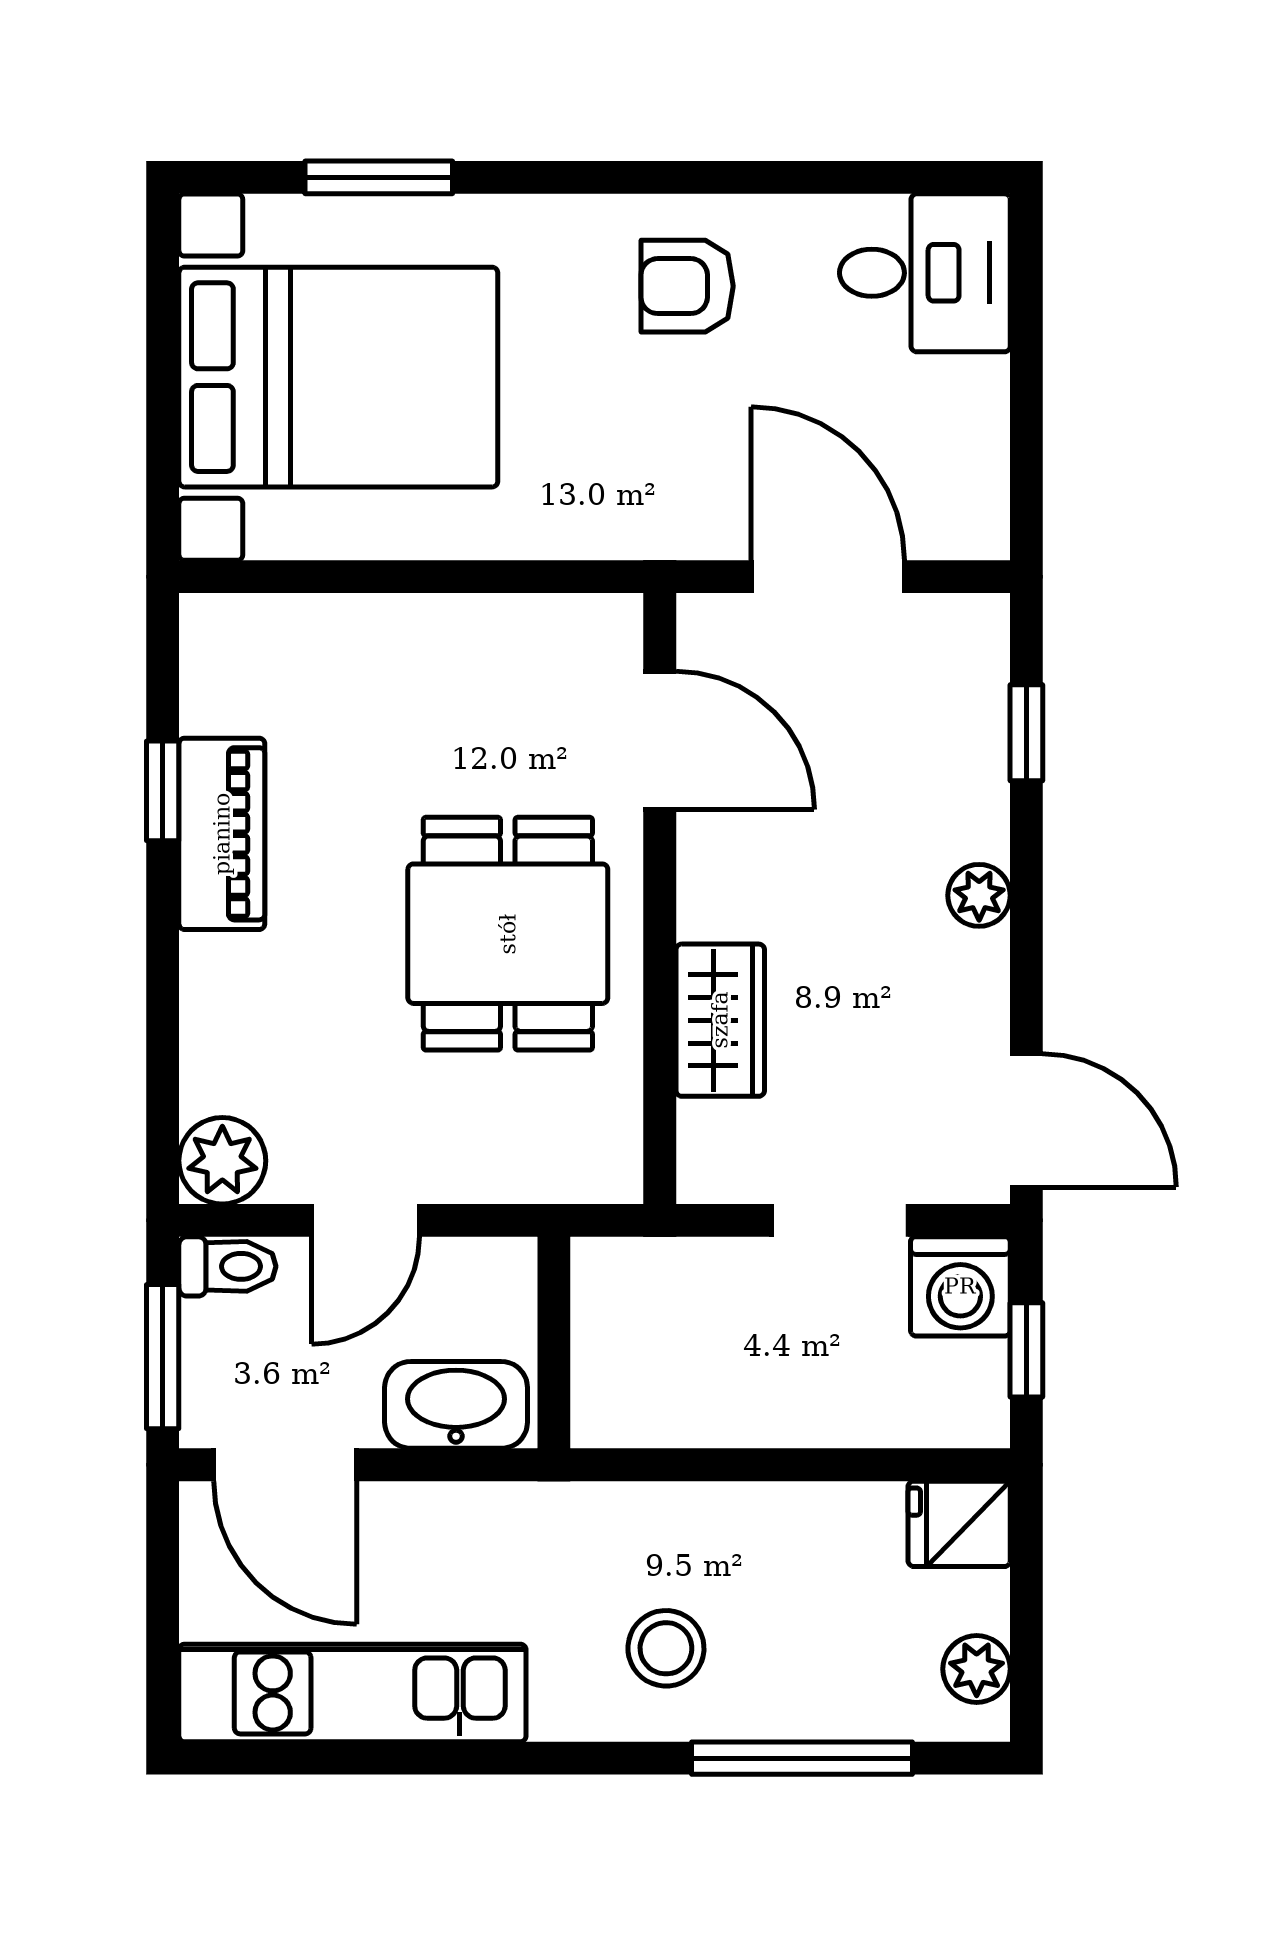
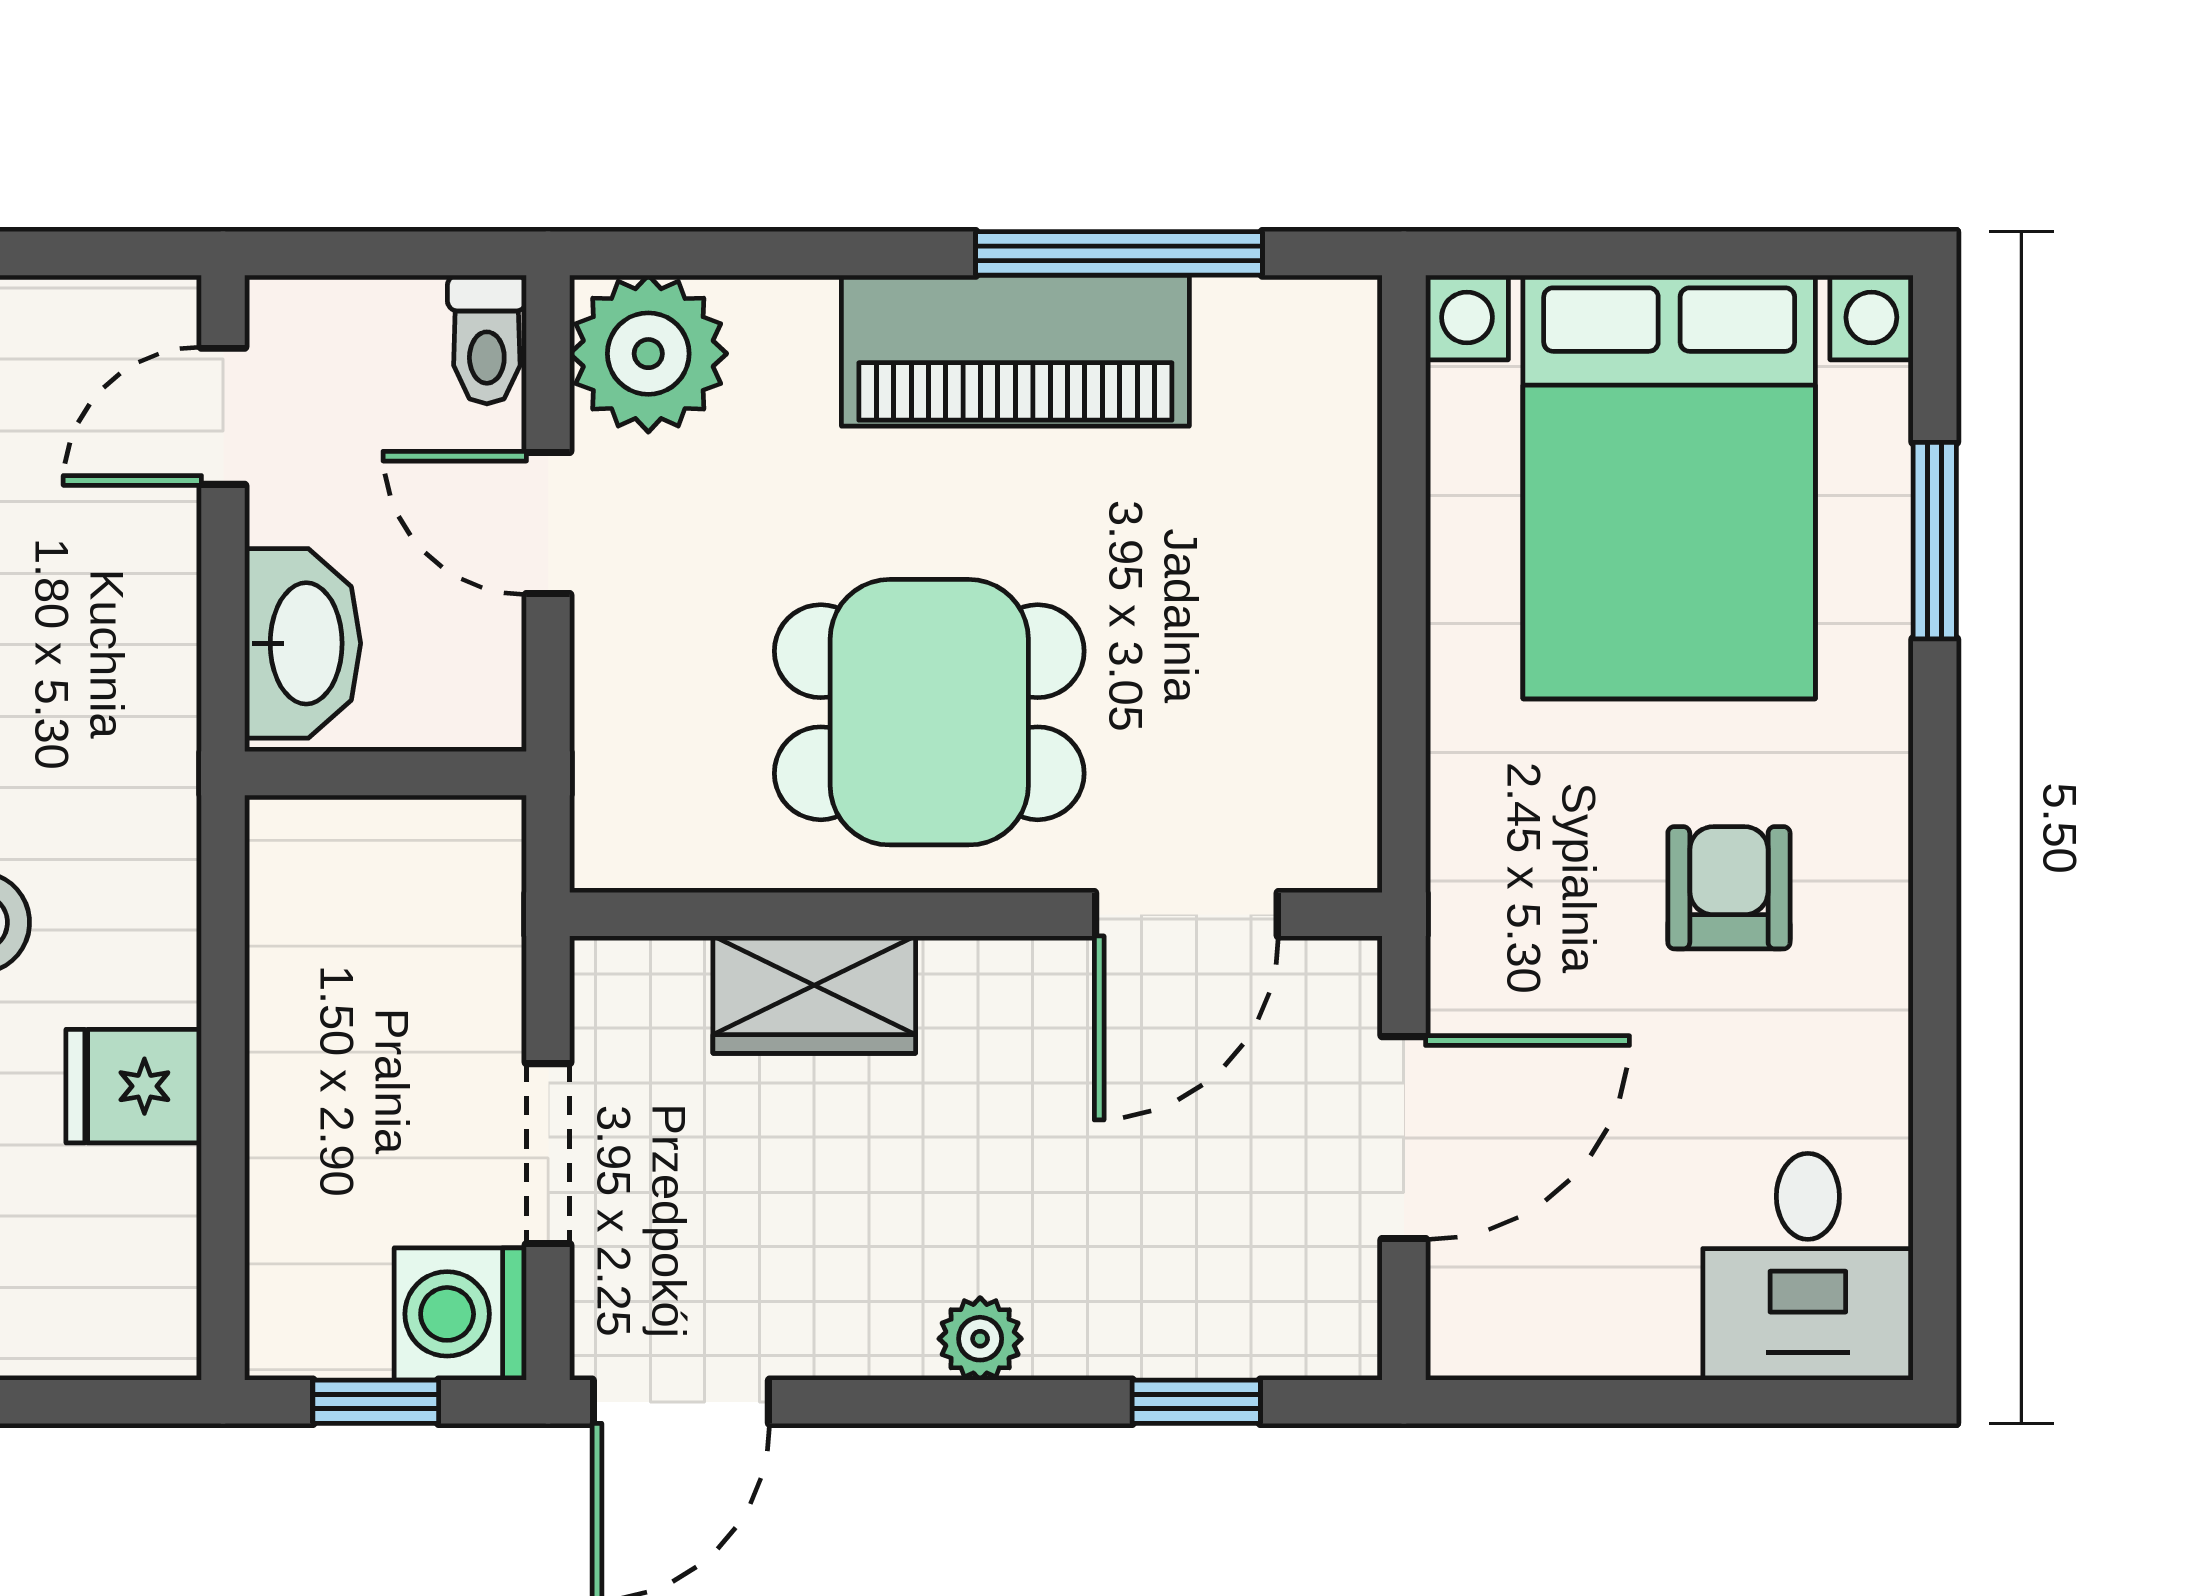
armchair: (687, 286) -> (1729, 888), moved
window: (163, 791) -> (1119, 253), width x2.17
piano: (222, 834) -> (1015, 351), width x1.37, depth x1.33
plant: (222, 1161) -> (648, 354), width x1.36, depth x1.36
window: (163, 1357) -> (367, 253), removed
door: (285, 1465) -> (223, 416), width x0.73
fridge: (959, 1524) -> (134, 1086), moved, turned -90

